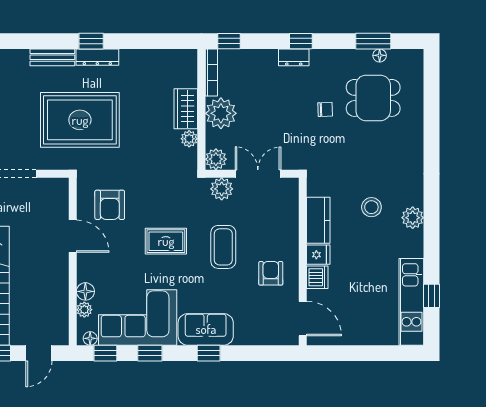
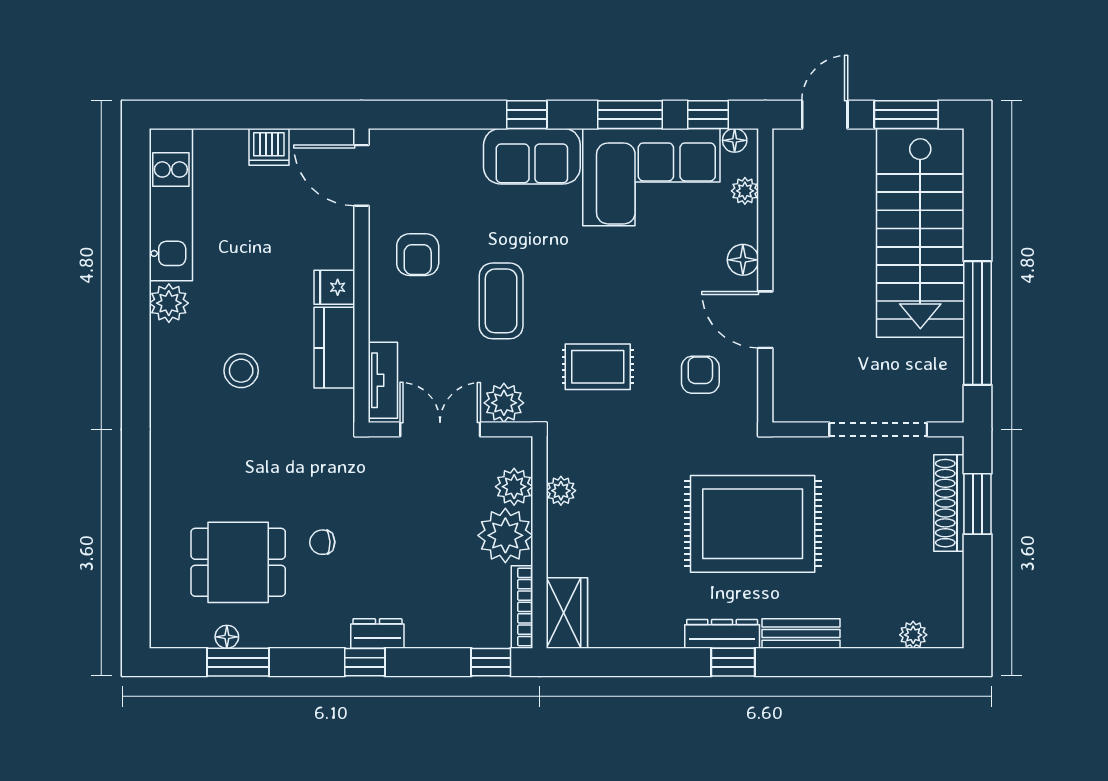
wardrobe: (186, 109) -> (567, 613), moved
plant: (216, 159) -> (514, 487), moved
double door: (258, 174) -> (440, 429), swing flipped
tv unit: (291, 202) -> (383, 380), added
armchair: (110, 205) -> (700, 375), width x0.72, depth x0.72
plant: (413, 218) -> (169, 303), moved
rug: (166, 241) -> (598, 367), moved
dishwasher: (317, 277) -> (269, 147), moved, turned -90
floor lamp: (85, 291) -> (743, 260), moved
window: (432, 296) -> (136, 215), removed
window: (150, 353) -> (630, 115), width x1.50

